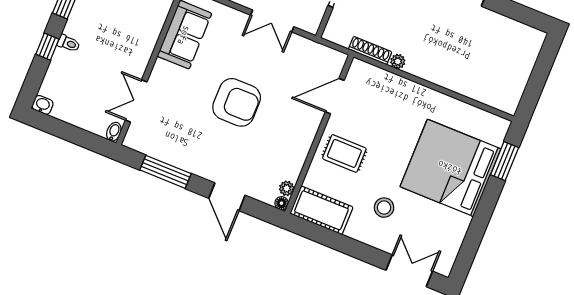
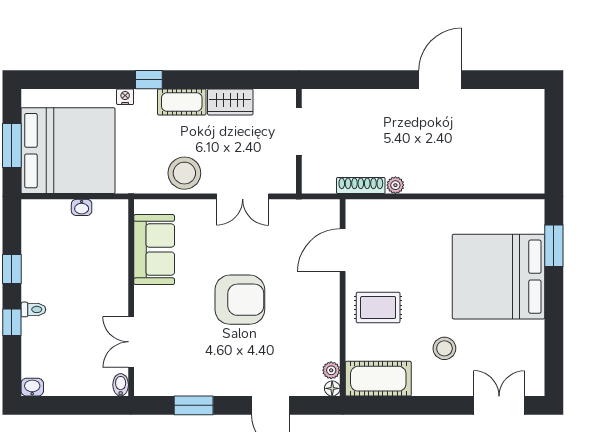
window: (165, 172) -> (194, 405), width x0.69

